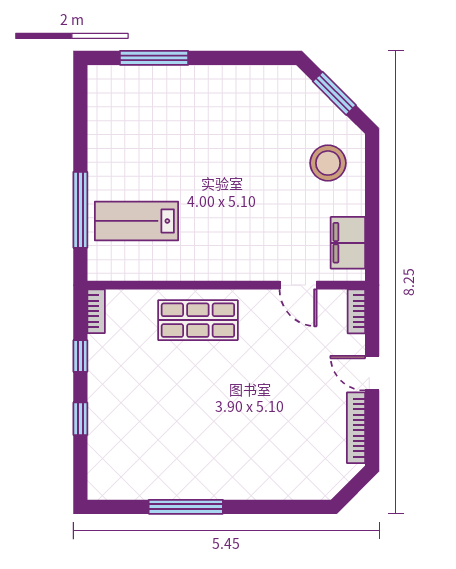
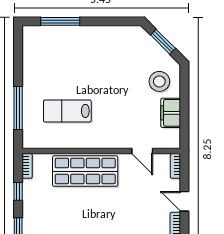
lab bench: (137, 221) -> (67, 111), moved
filing cabinet: (348, 243) -> (171, 113), moved
shop shelf: (198, 320) -> (85, 171), width x1.43, depth x1.36

